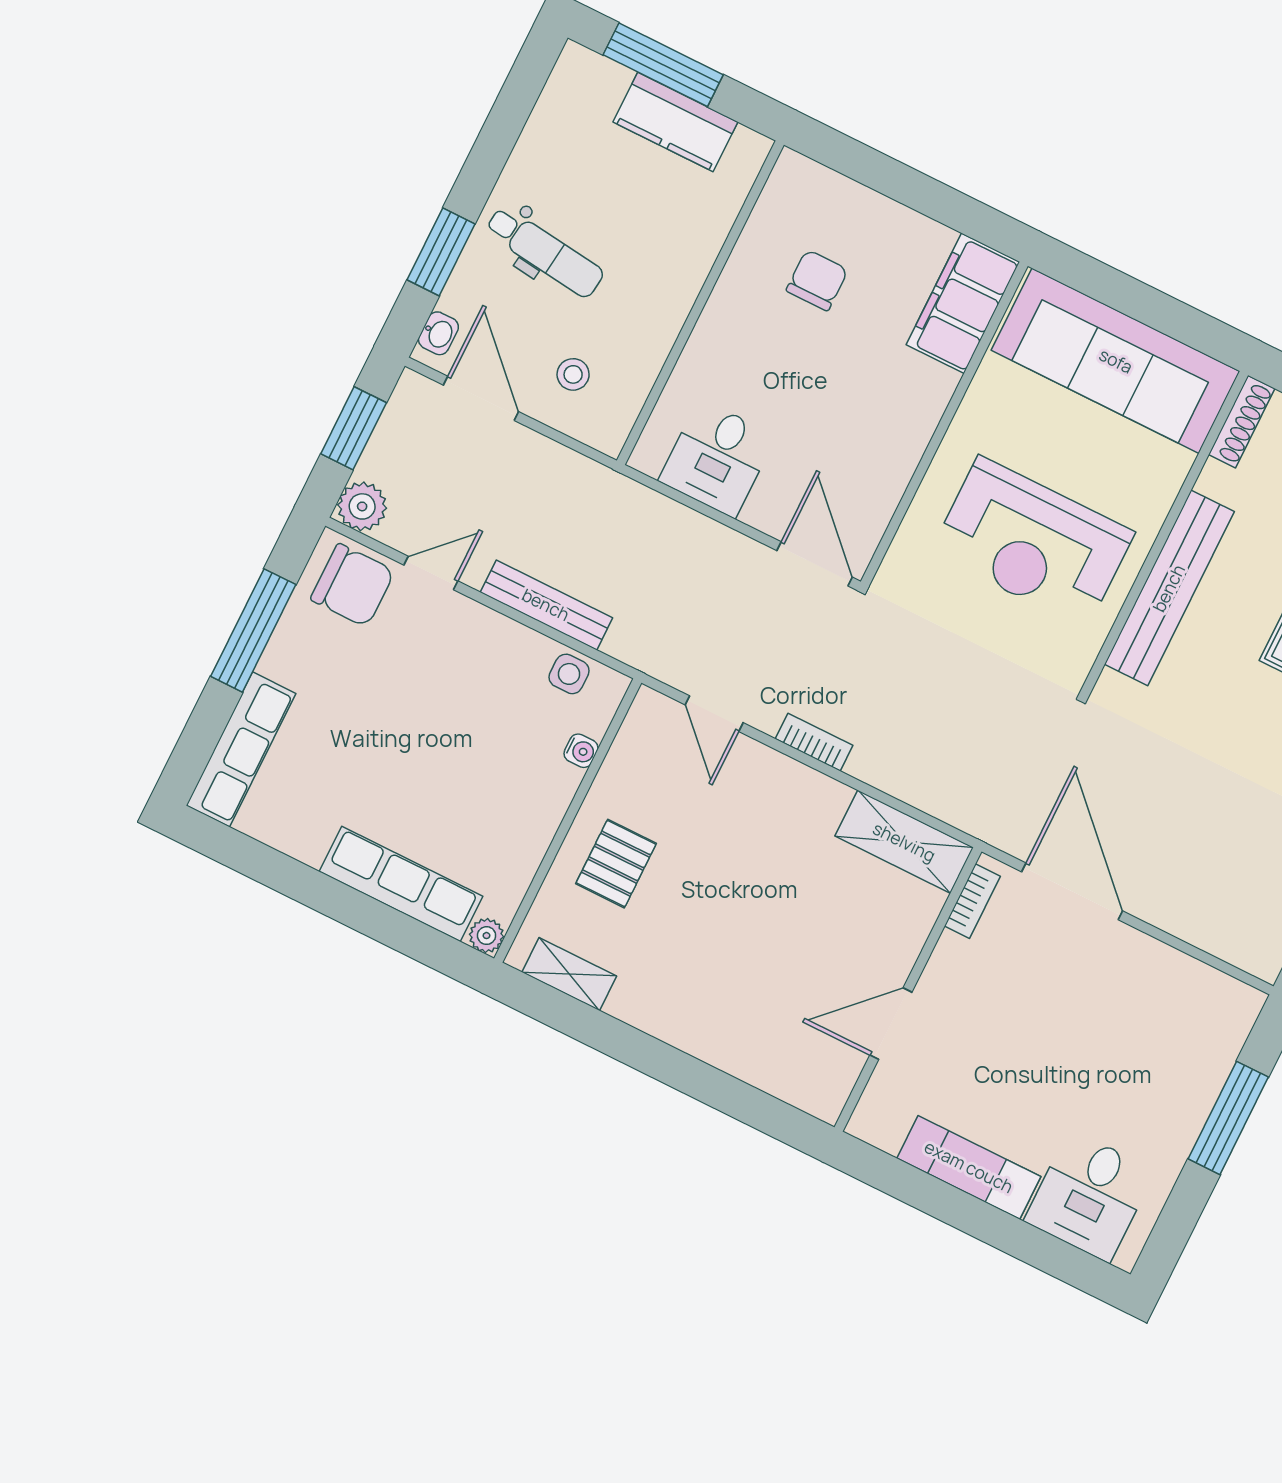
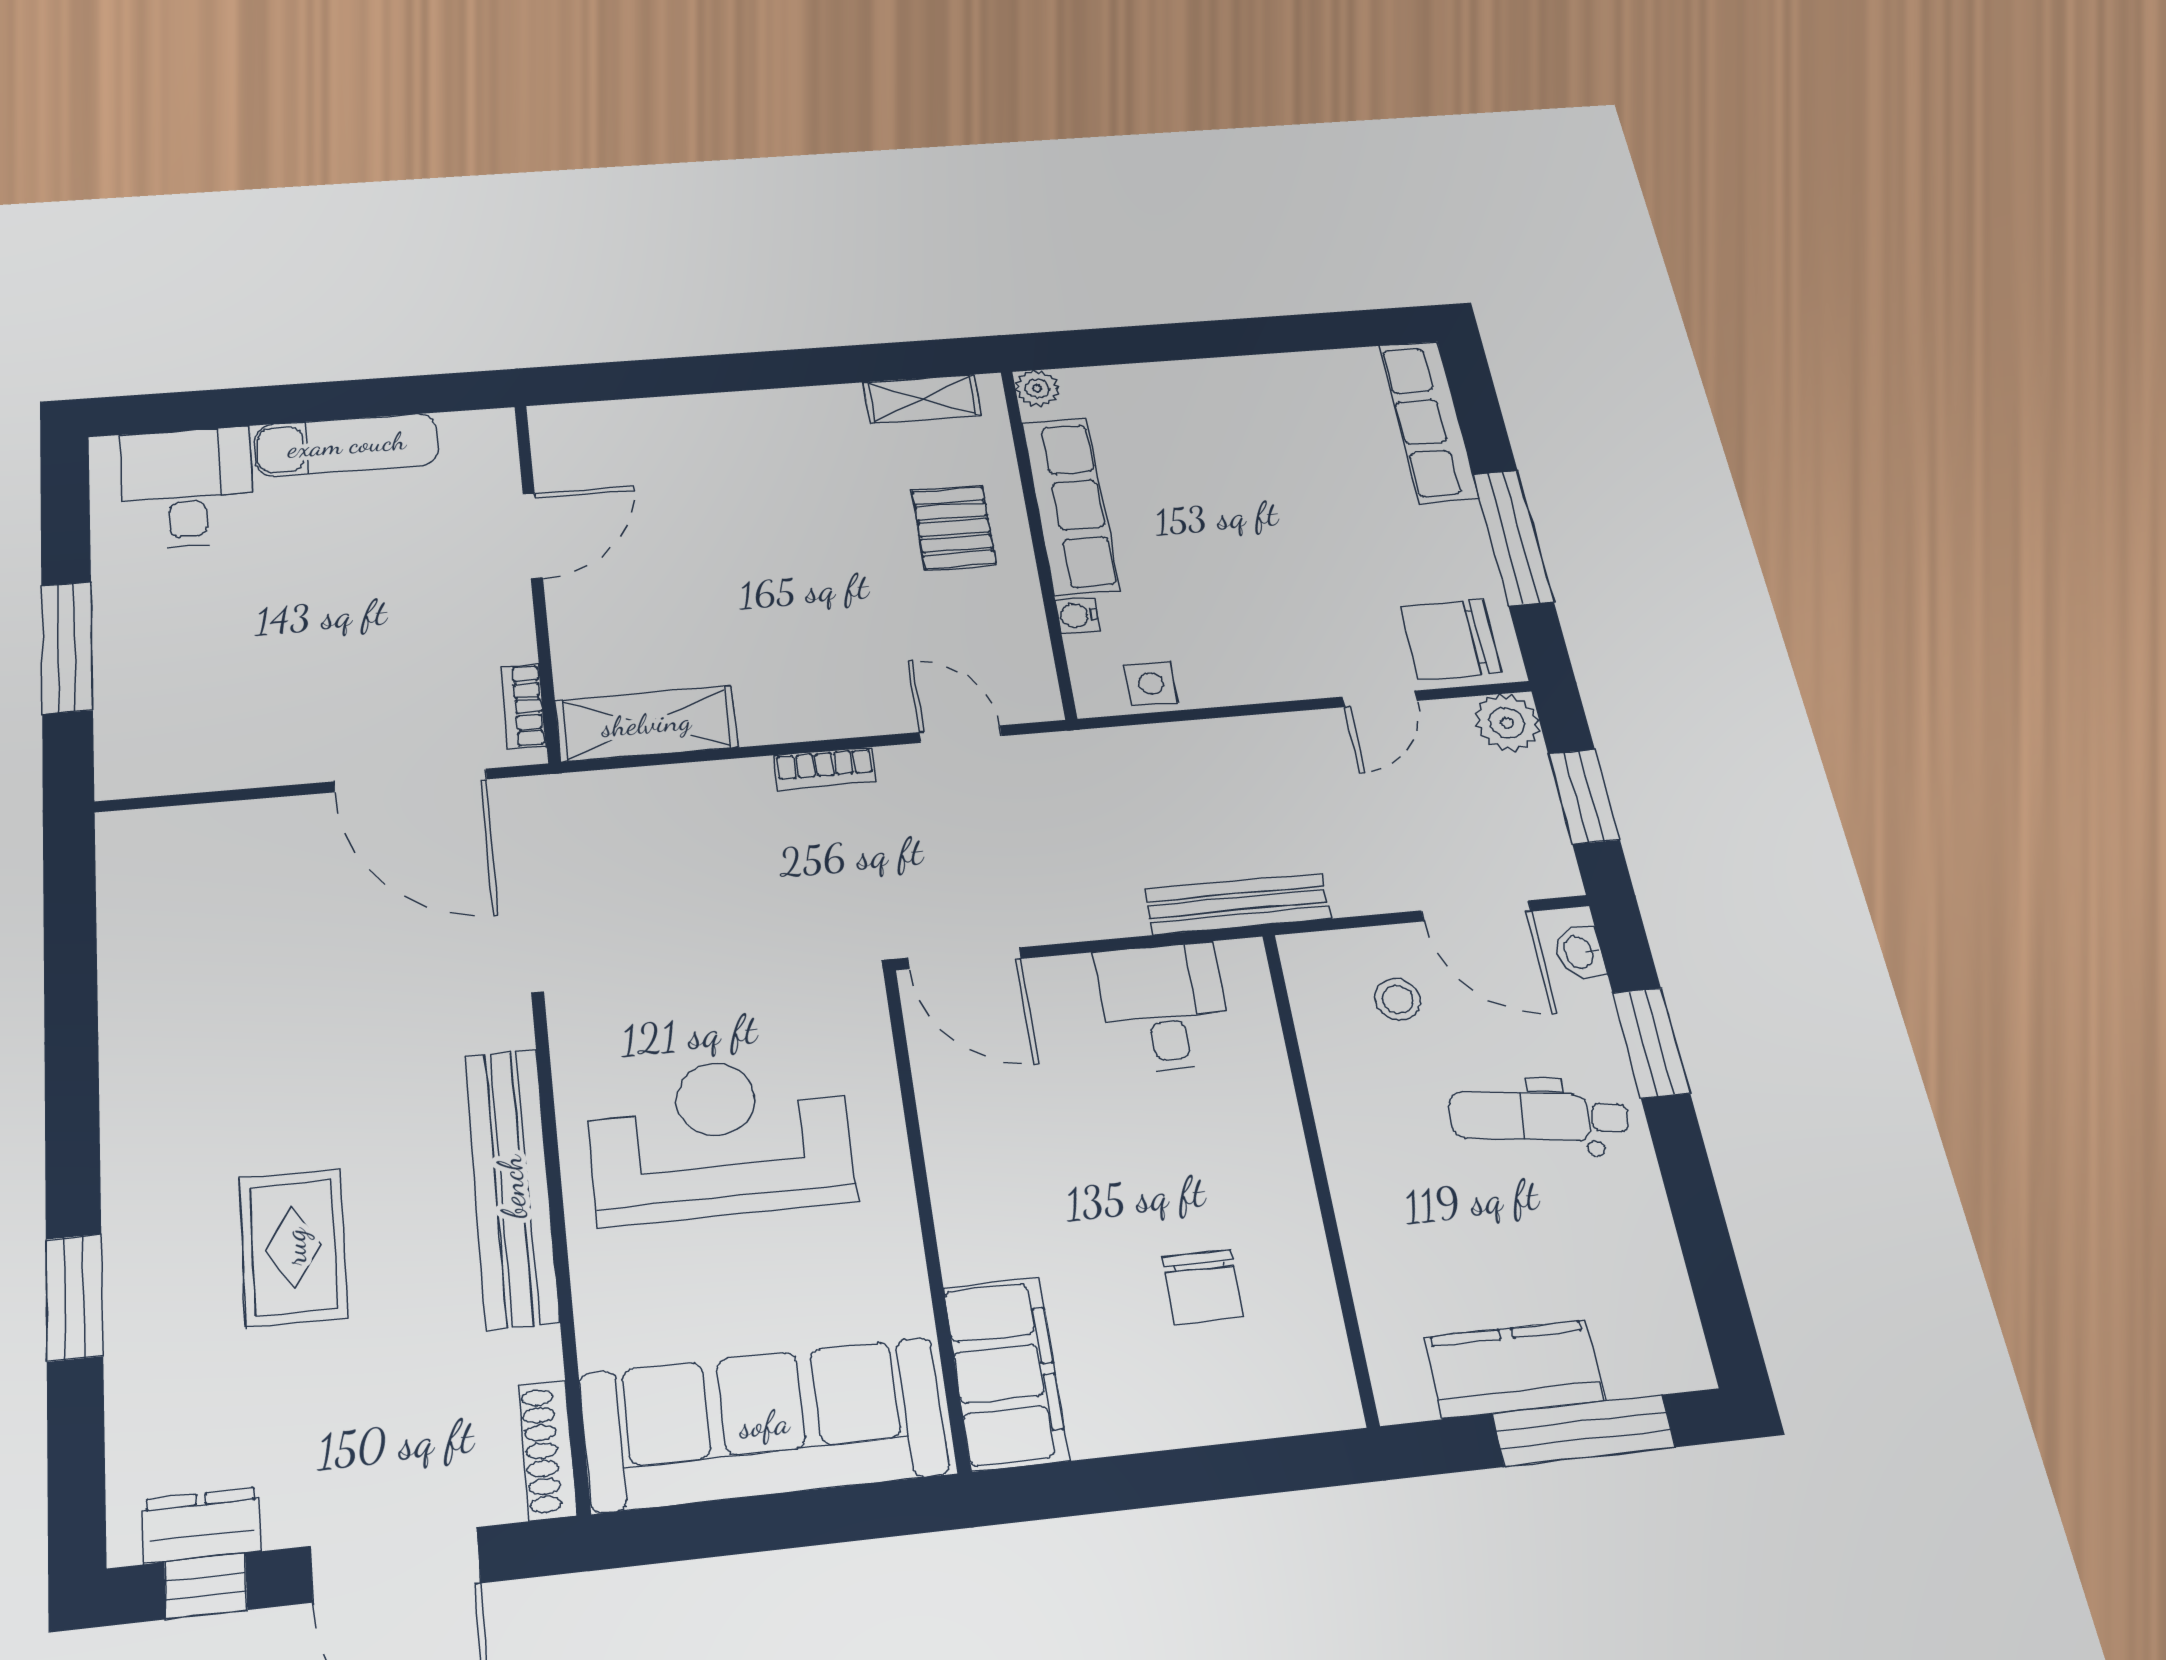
bench: (546, 605) -> (1238, 904), moved
row of seats: (401, 884) -> (1071, 506), moved, turned -90

